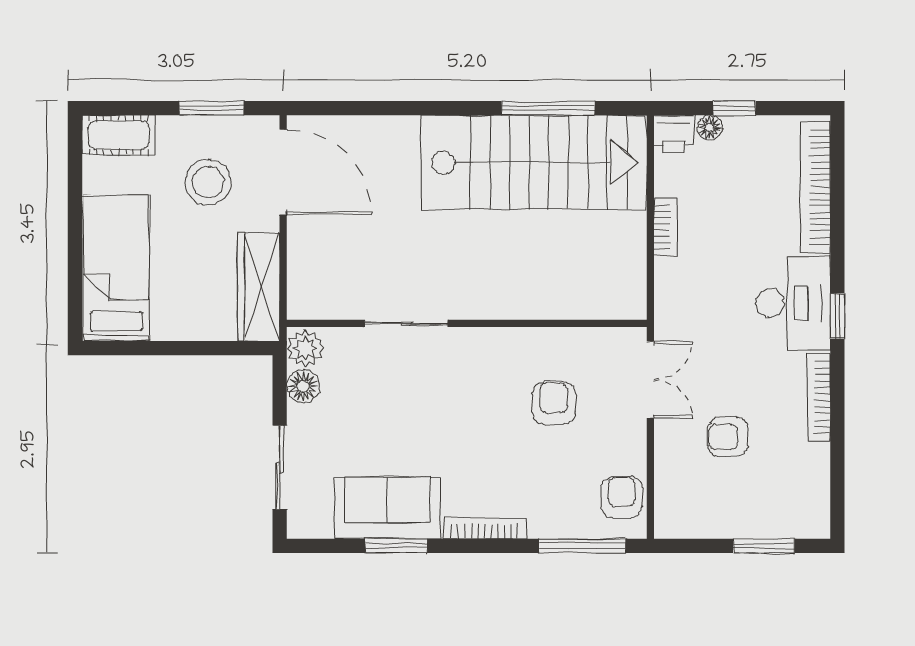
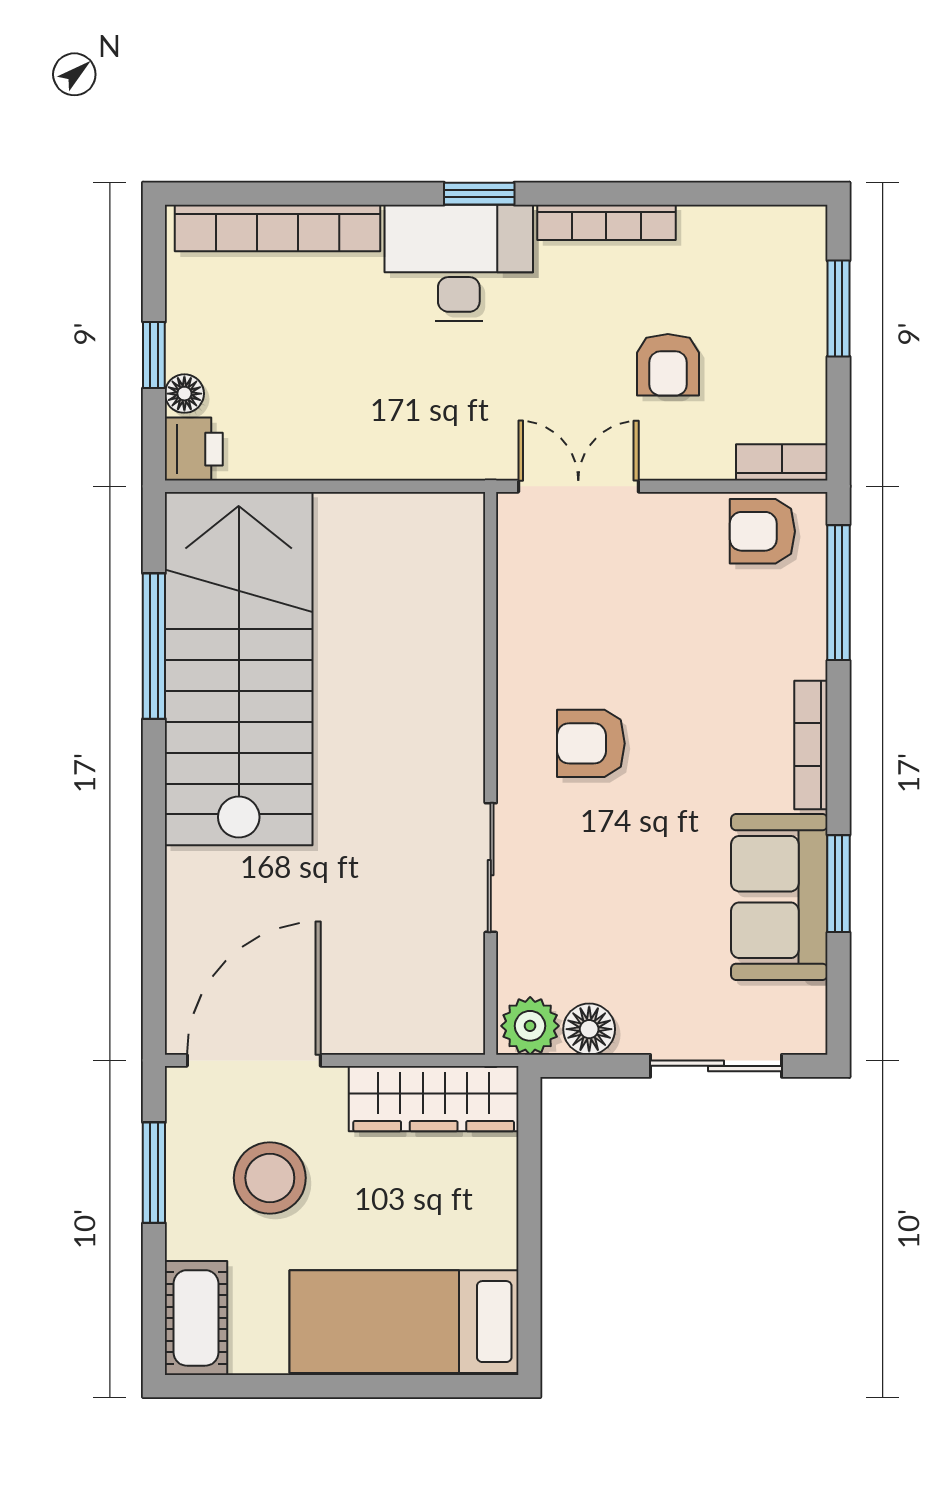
bookcase: (665, 227) -> (782, 462), moved
armchair: (554, 403) -> (591, 743), moved

